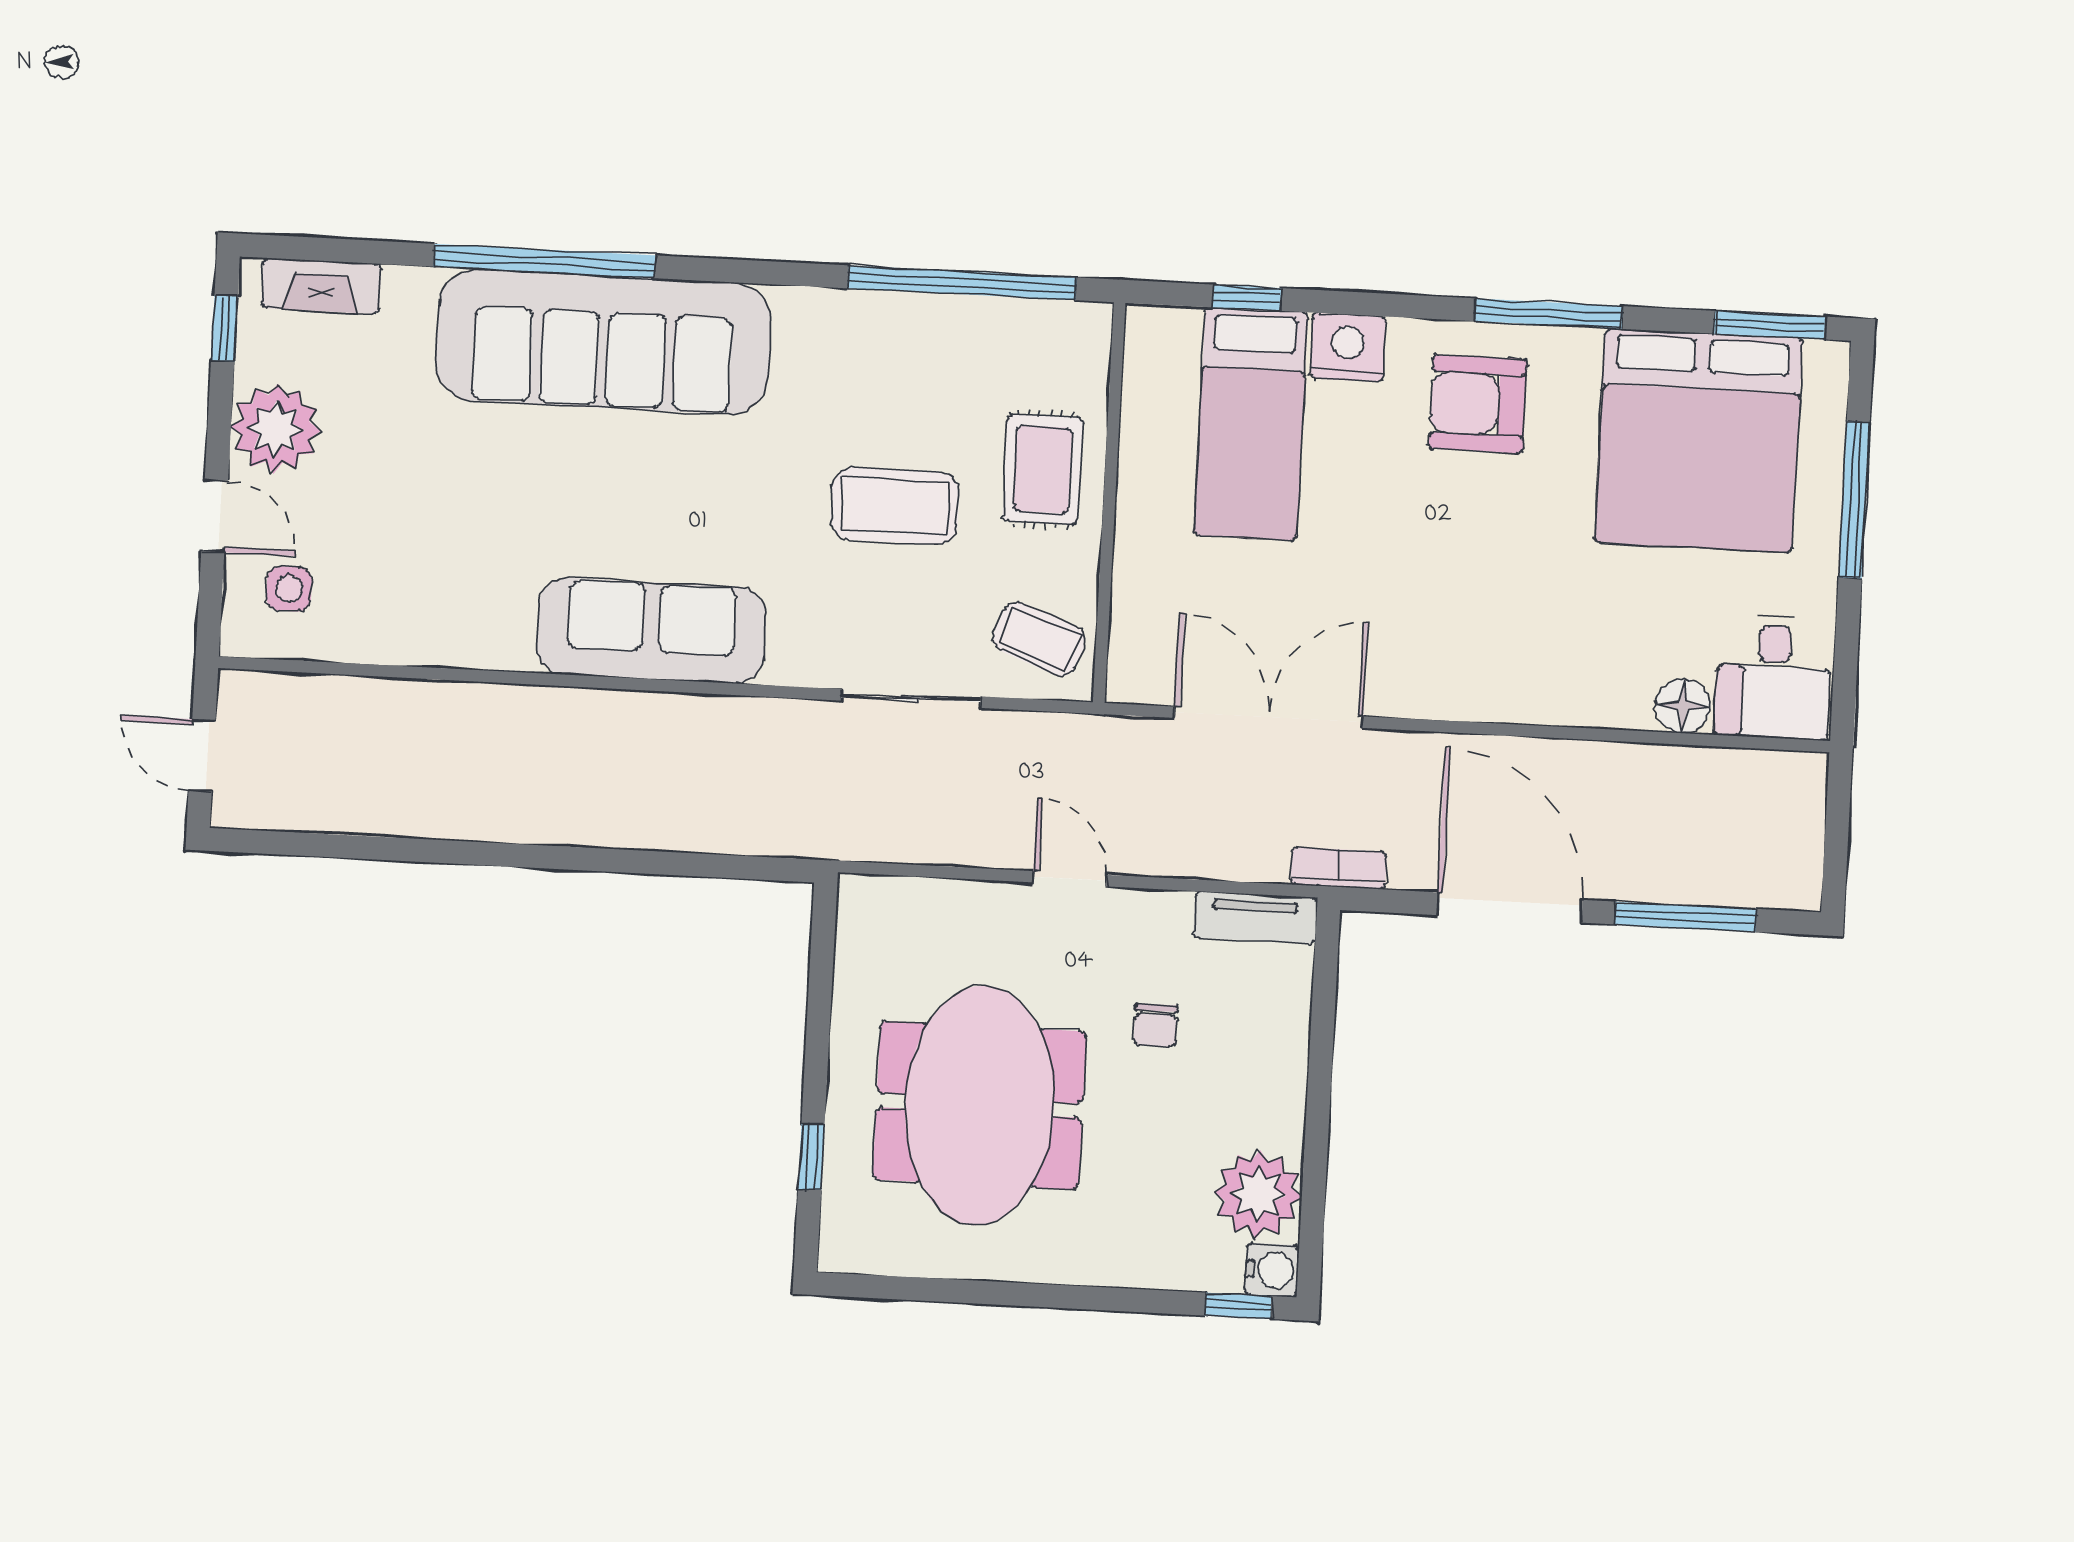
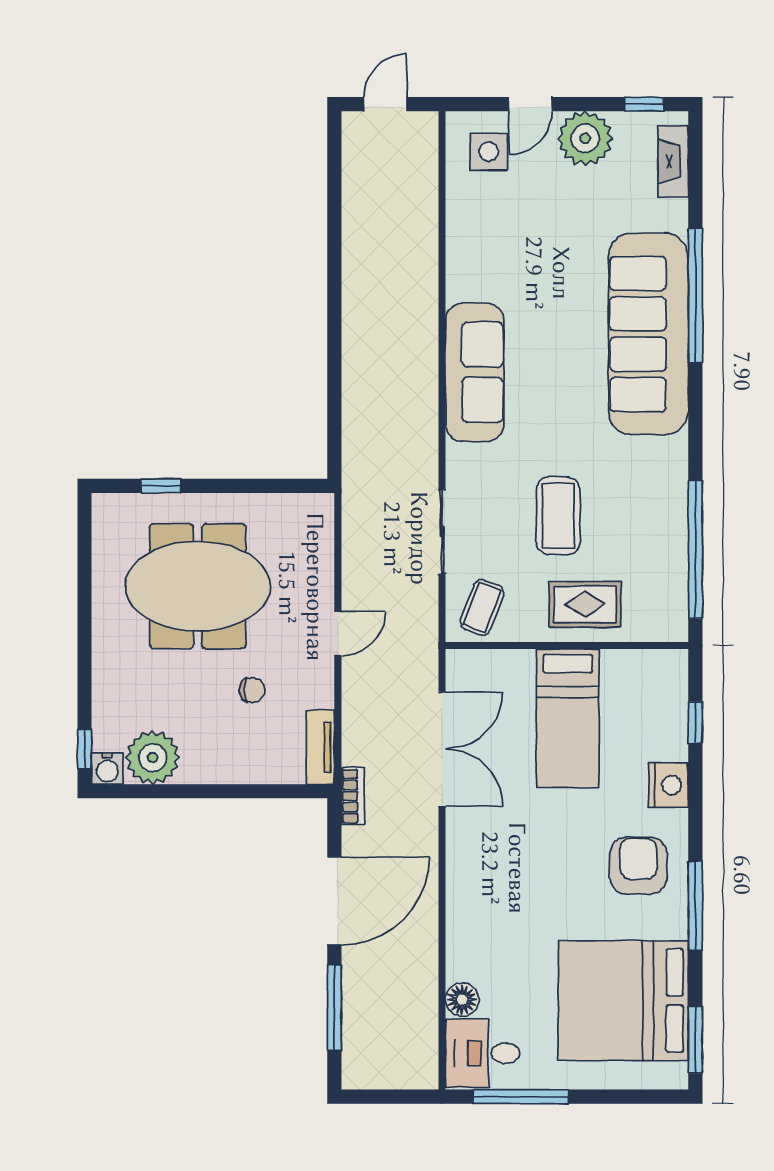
bed: (1251, 424) -> (568, 718), moved, turned -90
window: (1854, 500) -> (521, 1097), moved
side table: (289, 589) -> (489, 152), width x1.37, depth x1.37
chair: (1155, 1025) -> (252, 690), turned 180

